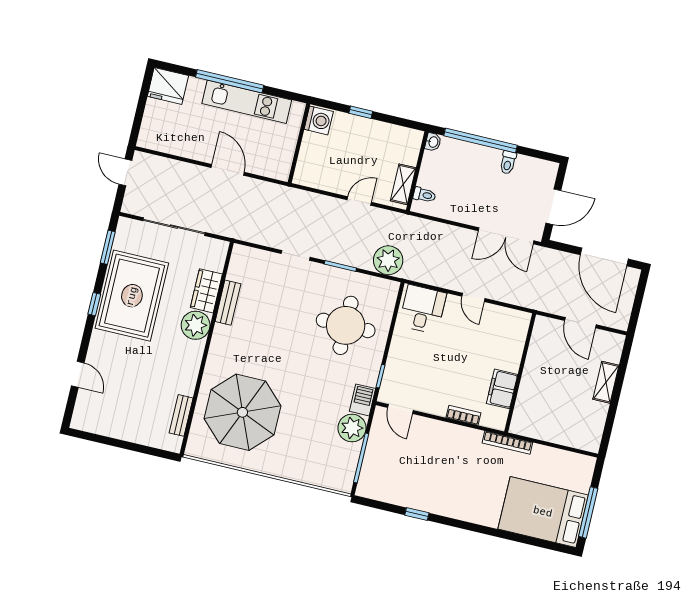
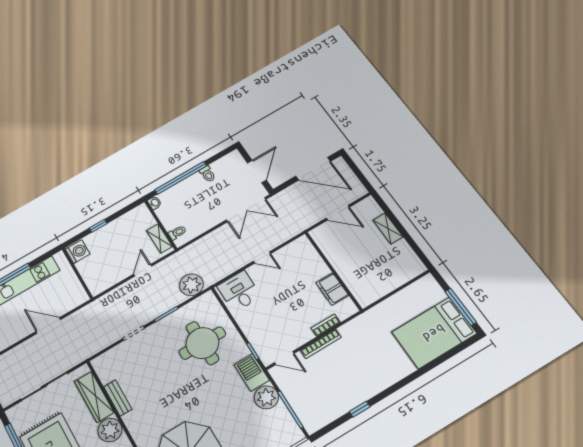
wardrobe: (206, 291) -> (94, 397), width x1.50
barbecue: (363, 400) -> (252, 372), width x1.38, depth x1.27
bookcase: (507, 443) -> (321, 344), moved

